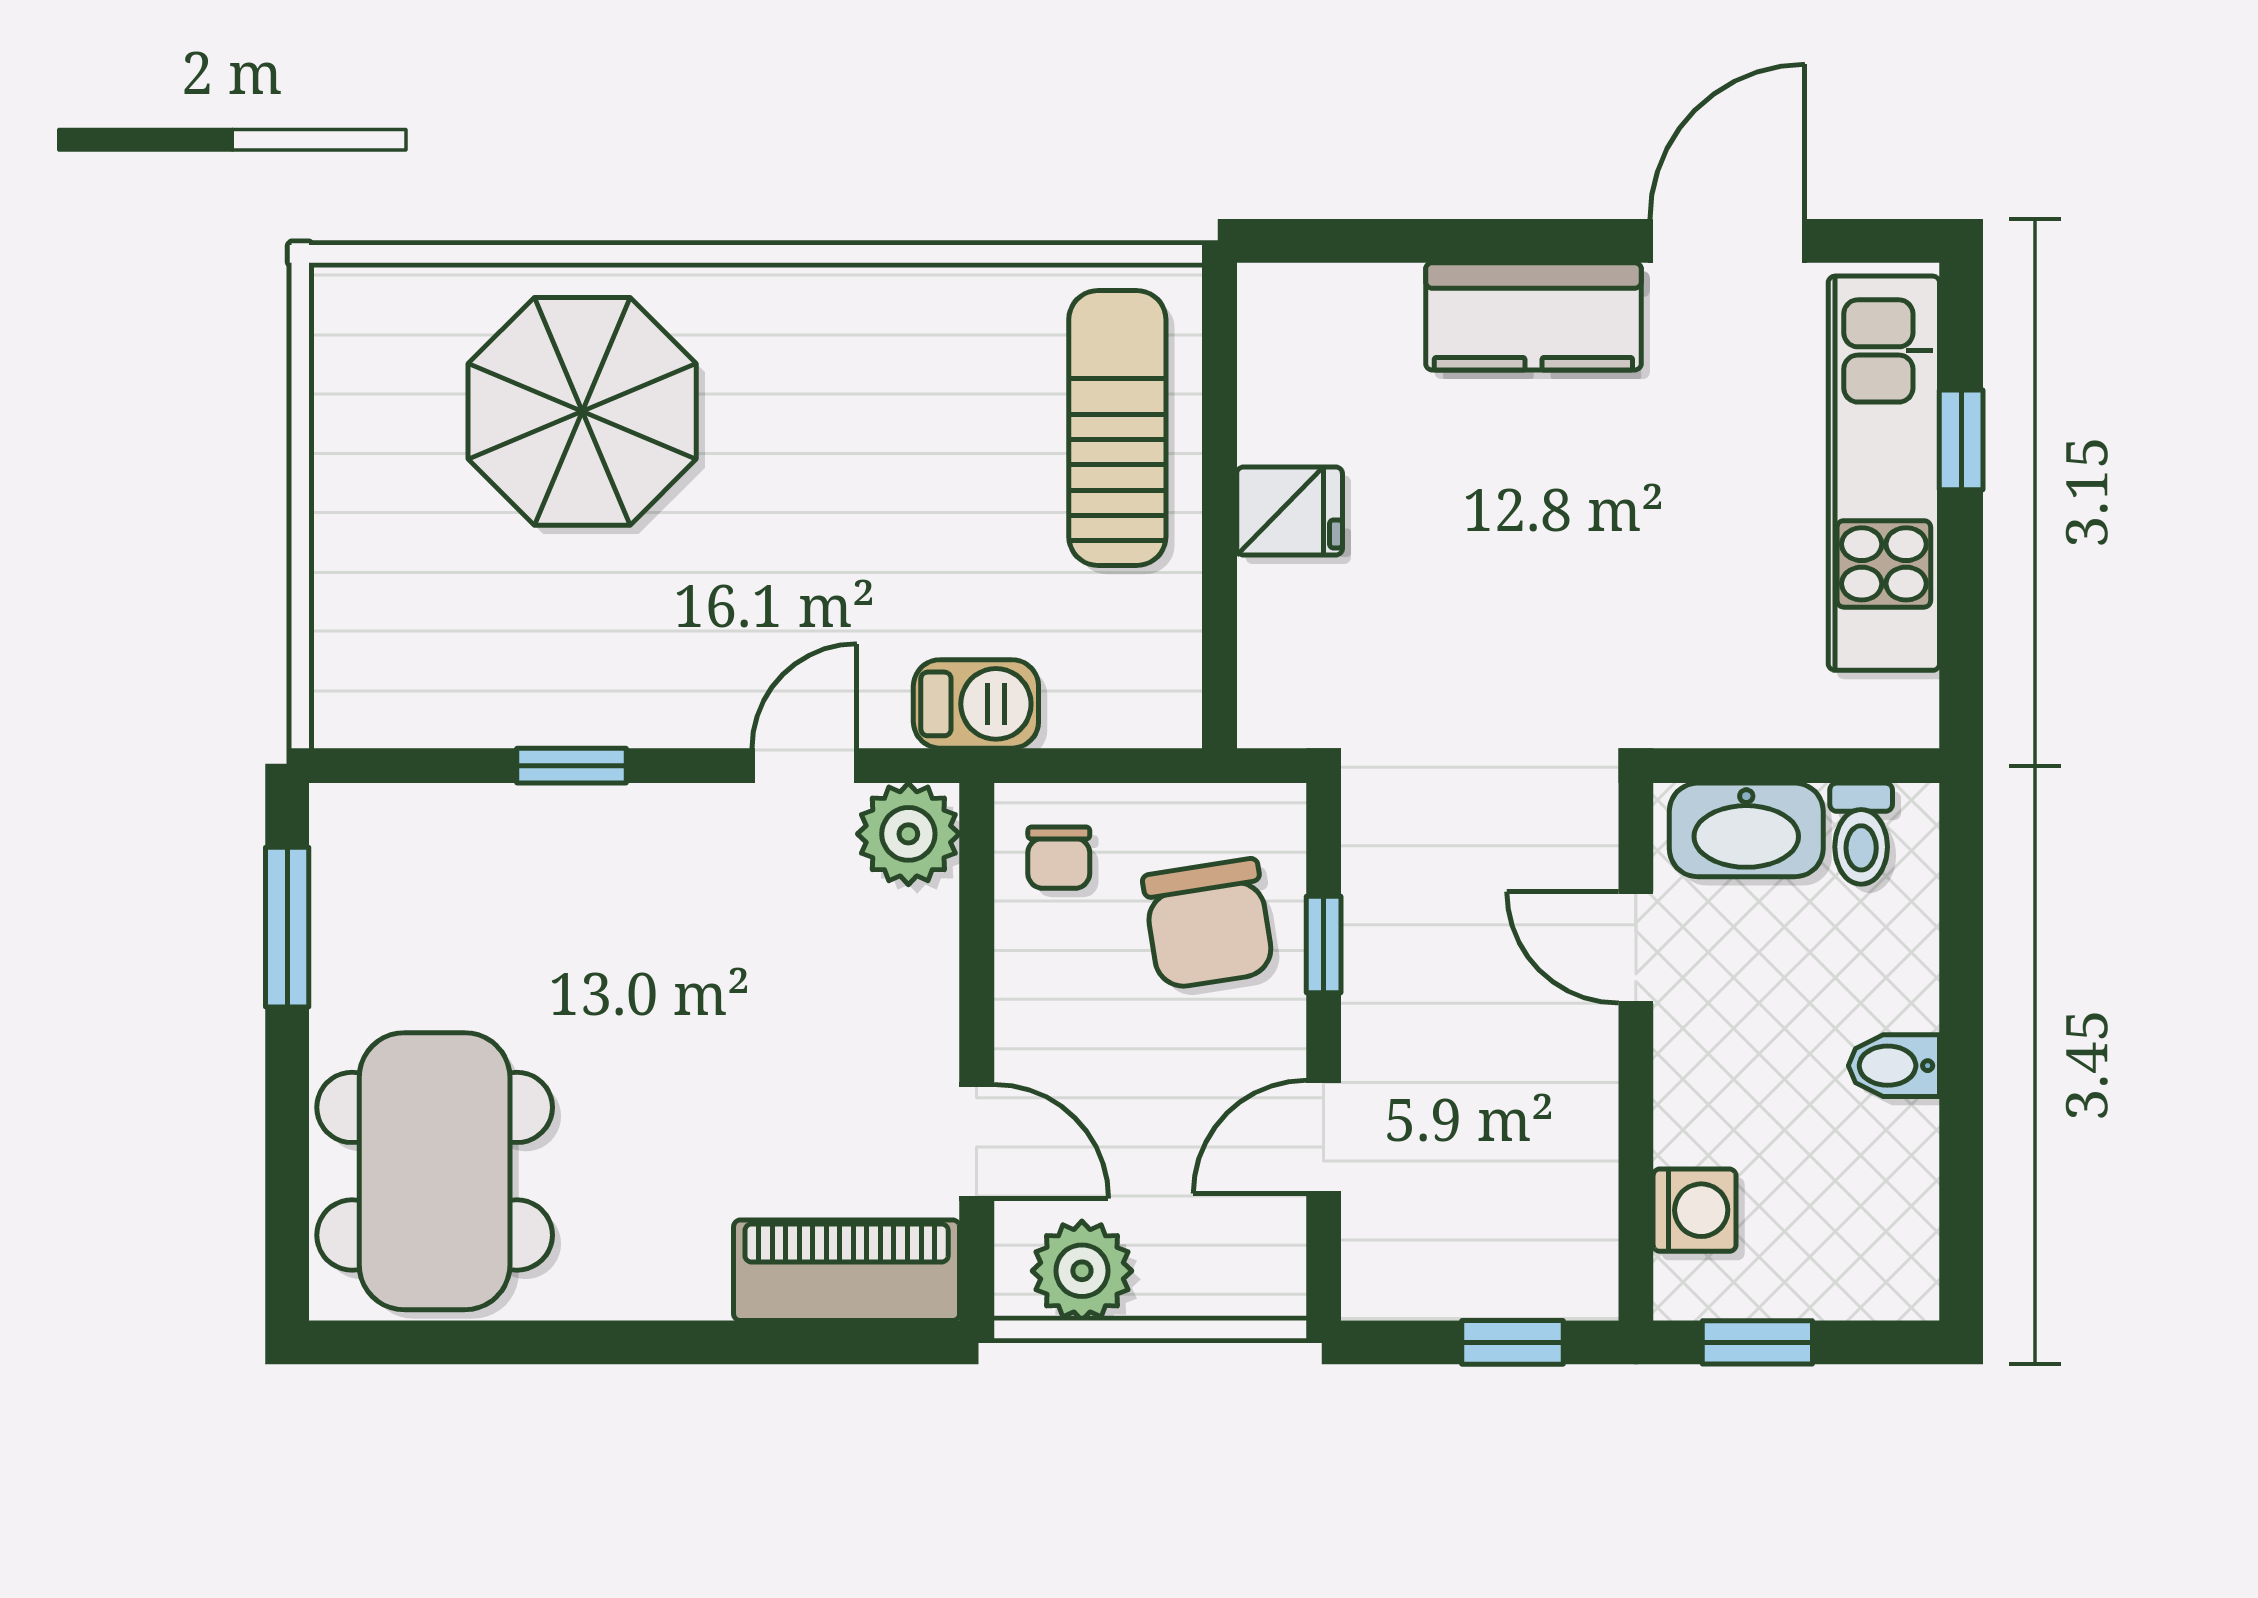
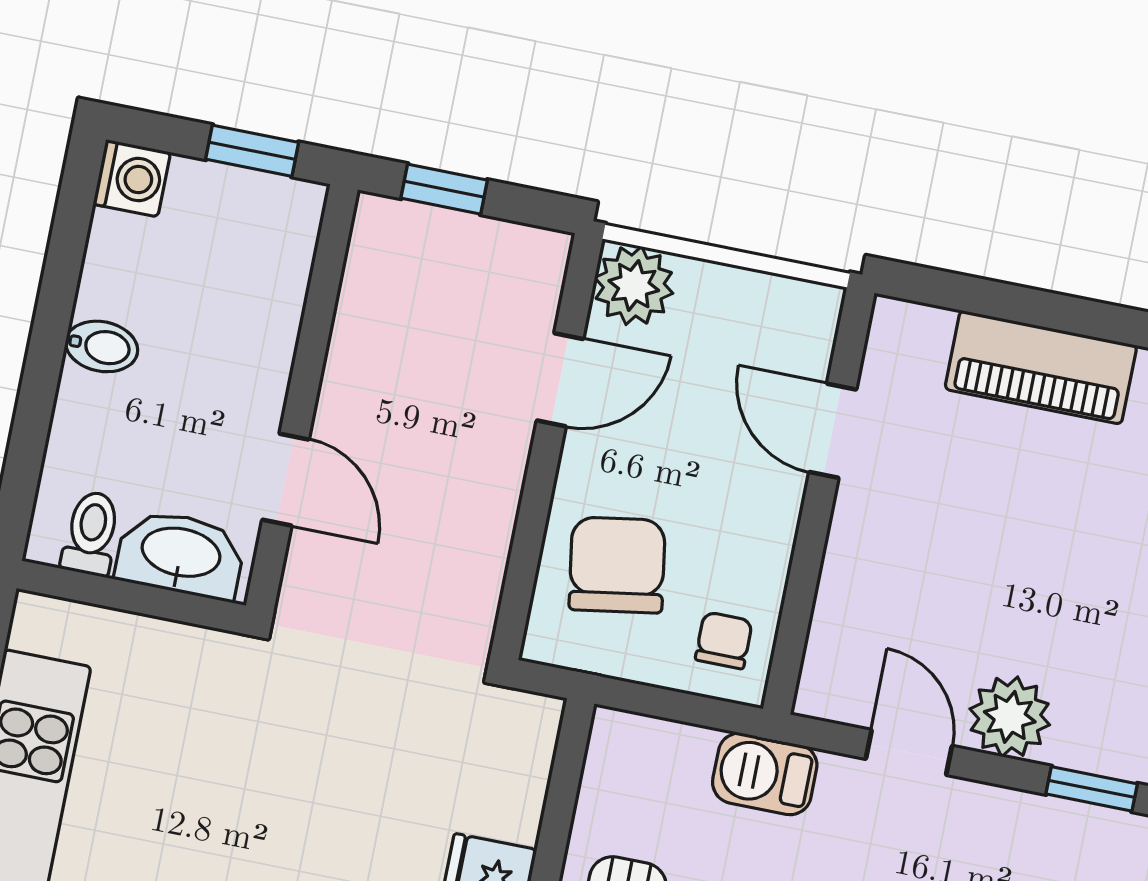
door: (804, 766) -> (909, 752), swing flipped
plant: (908, 834) -> (1010, 717), moved
window: (1324, 944) -> (530, 531), removed
washing machine: (1695, 1210) -> (132, 178), moved, turned 180
piano: (847, 1270) -> (1041, 367), moved
plant: (1082, 1271) -> (634, 286), moved

